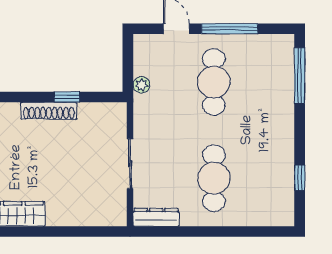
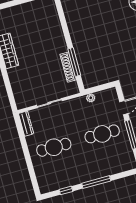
window: (300, 76) -> (96, 182), moved
window: (67, 97) -> (74, 62), width x2.17
shoe rack: (49, 111) -> (68, 67), moved

